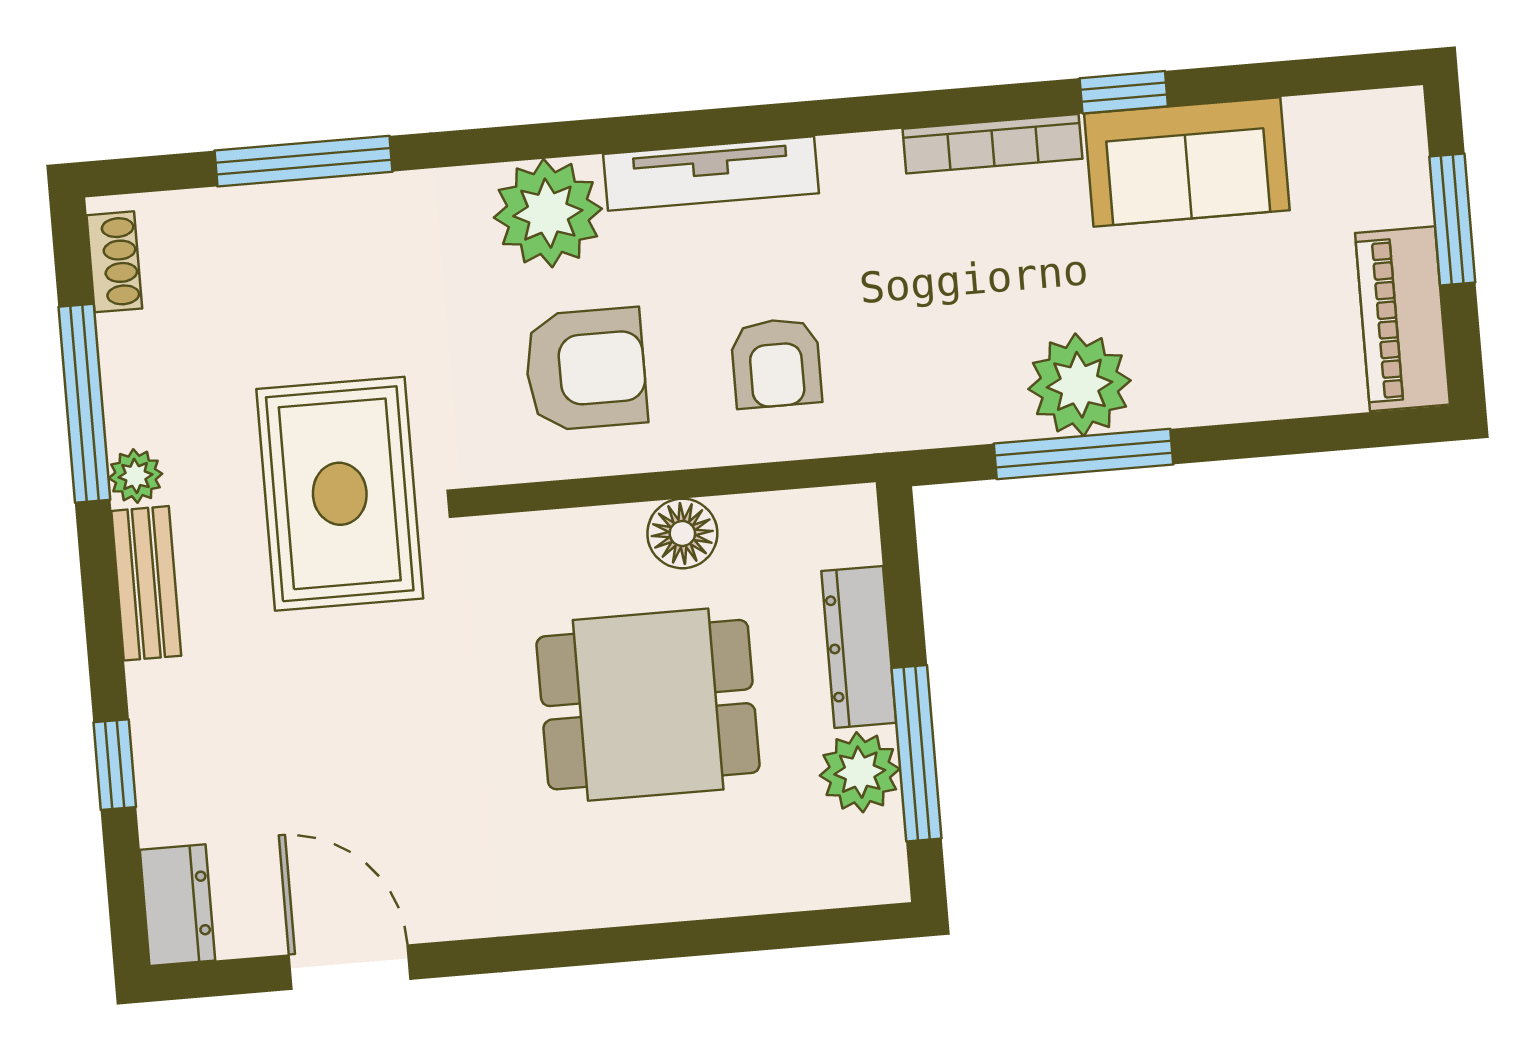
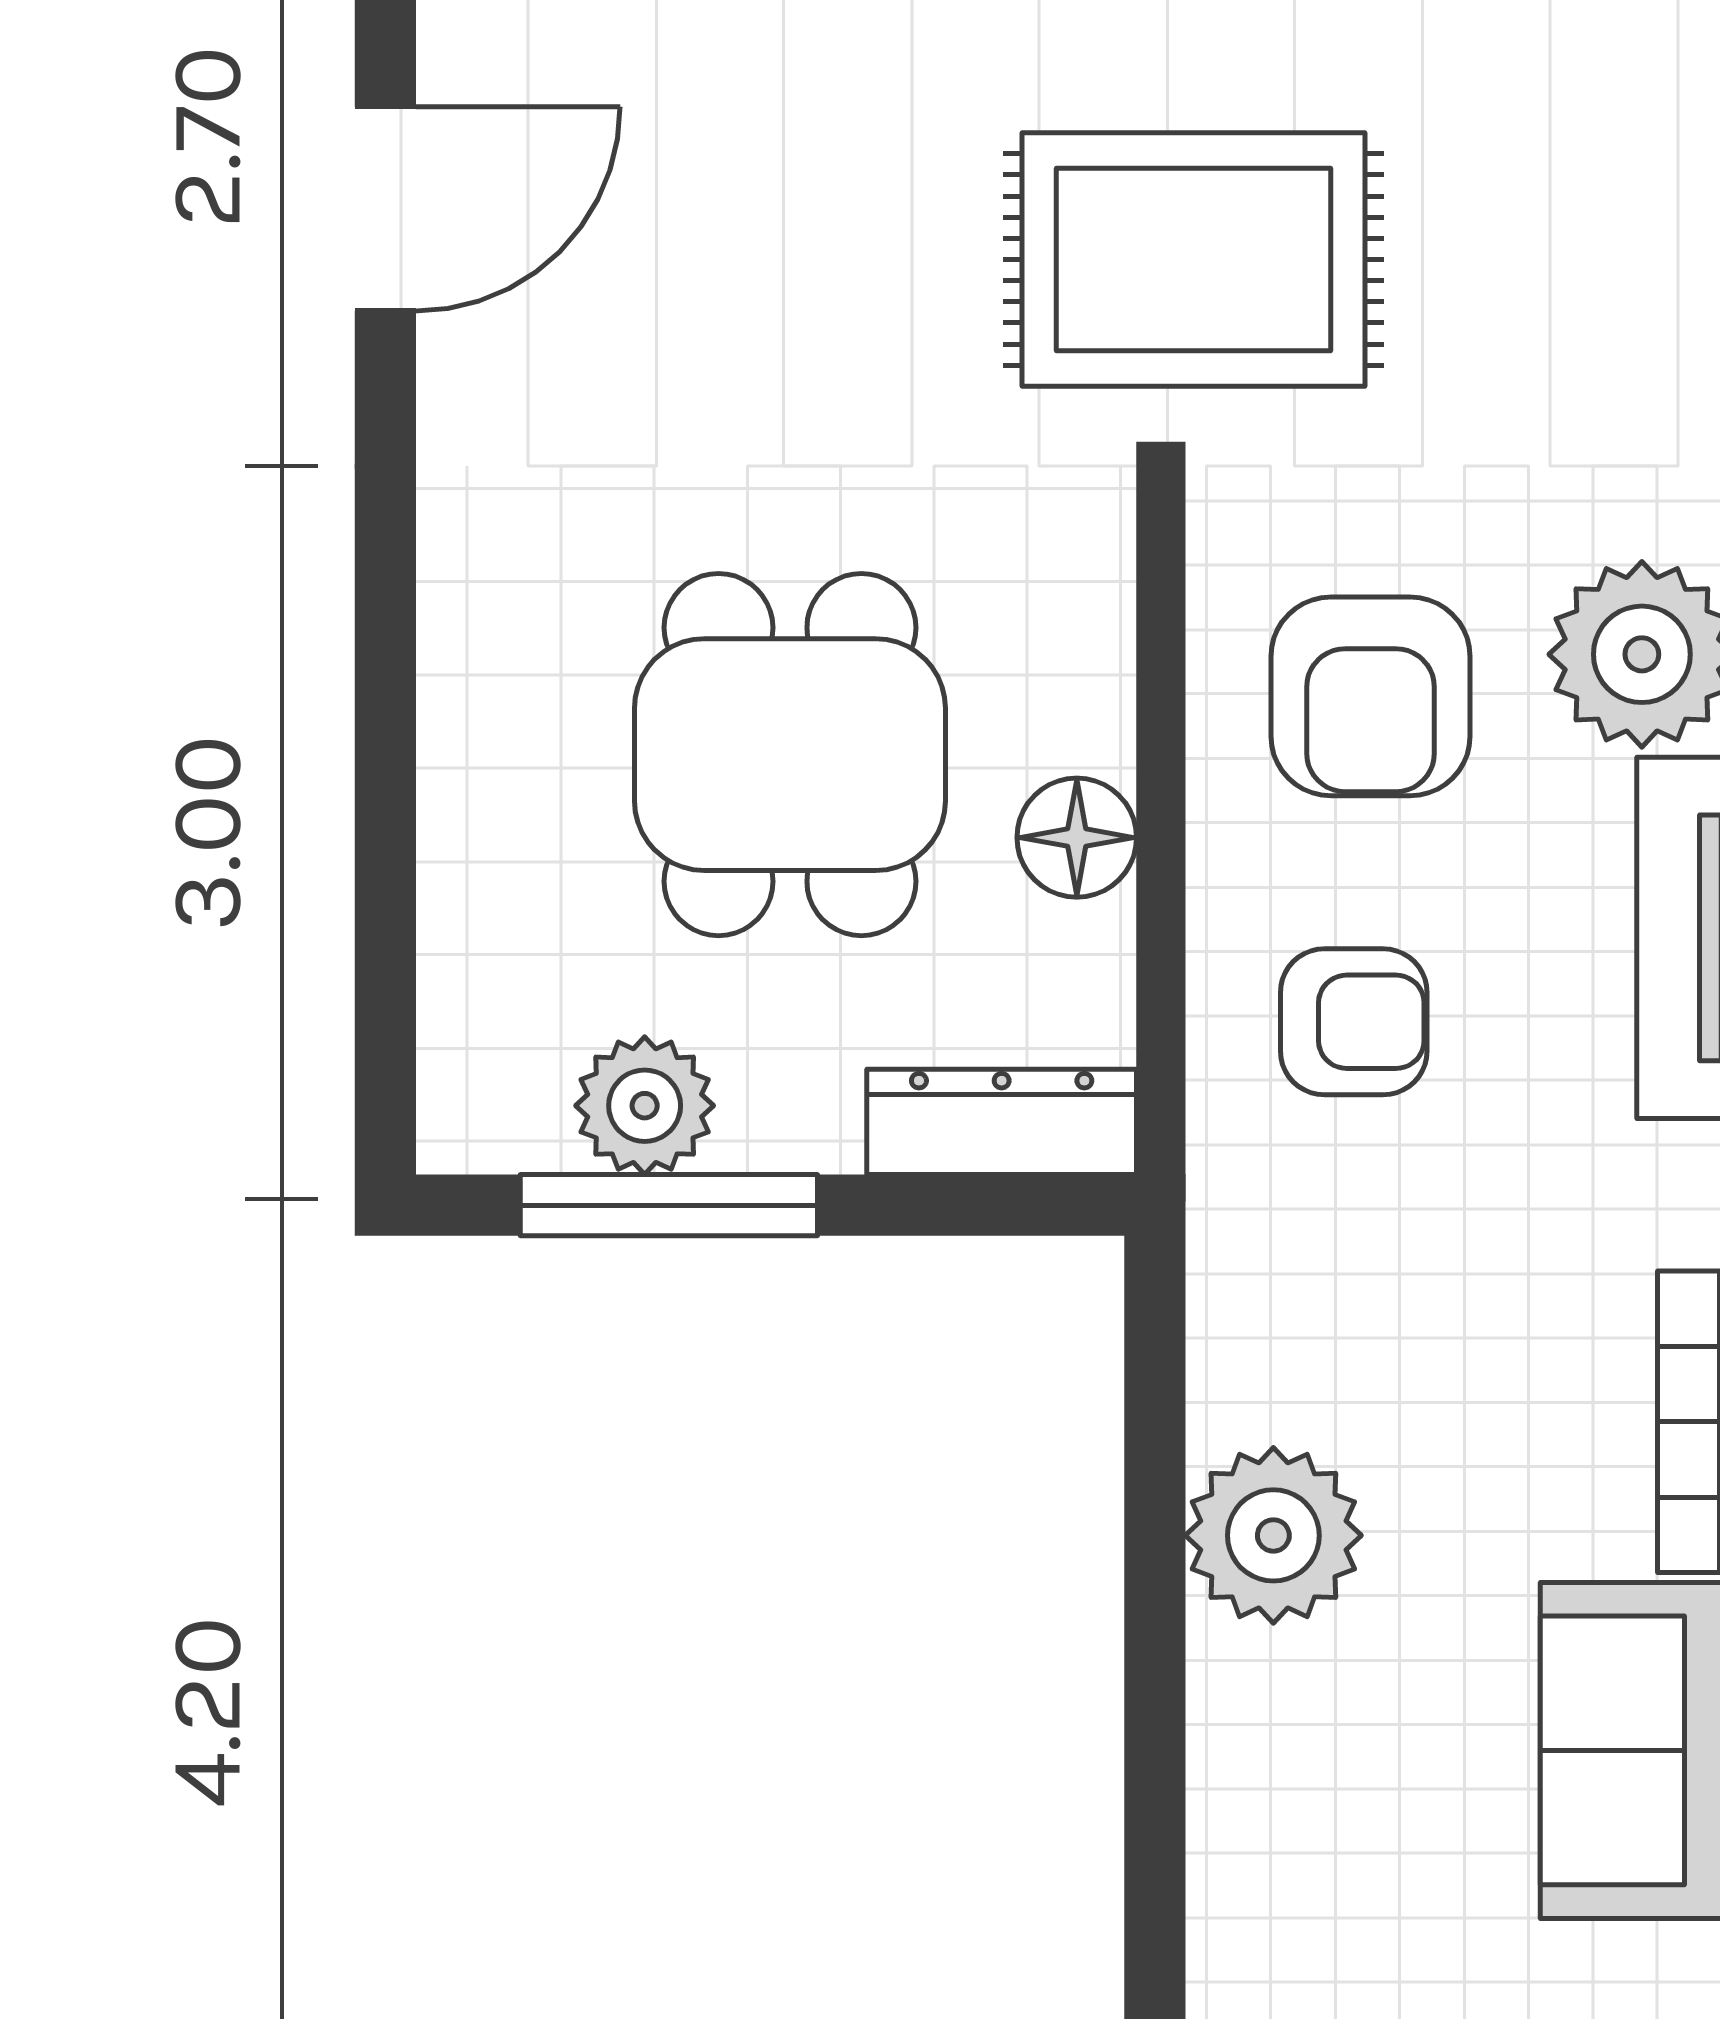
armchair: (776, 363) -> (1354, 1022), turned 180
window: (1083, 454) -> (1155, 1532), removed
dresser: (859, 647) -> (1002, 1122), moved

